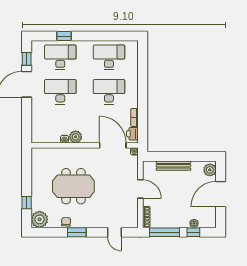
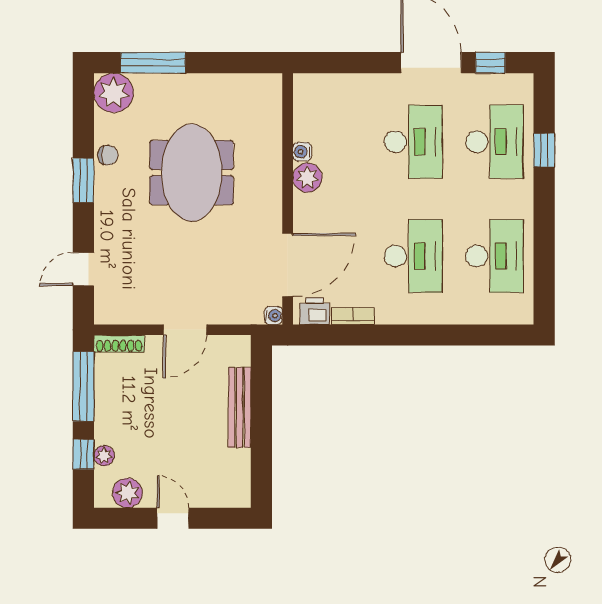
plant: (210, 170) -> (127, 493), moved
door: (221, 194) -> (173, 518), width x0.53
window: (27, 203) -> (153, 63), width x2.17

